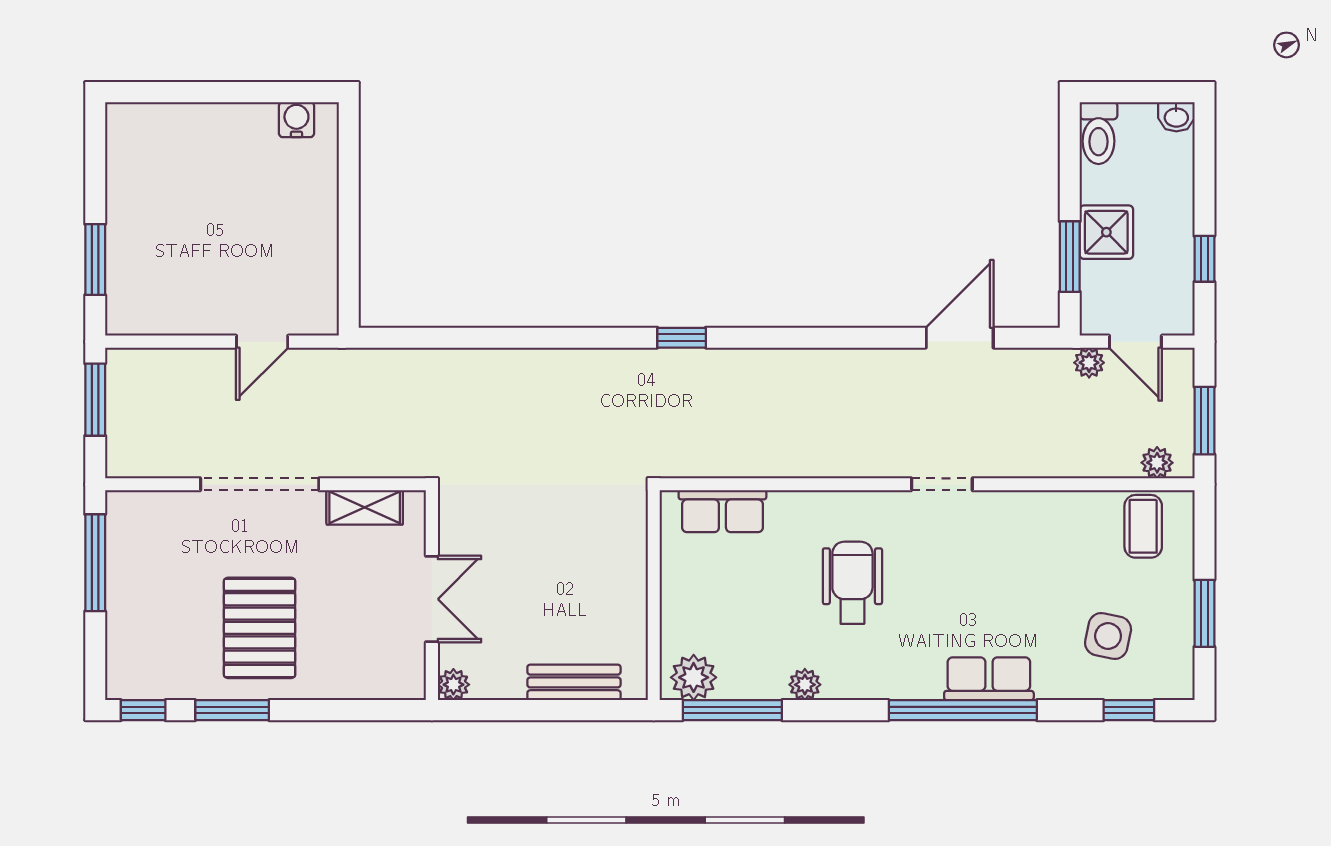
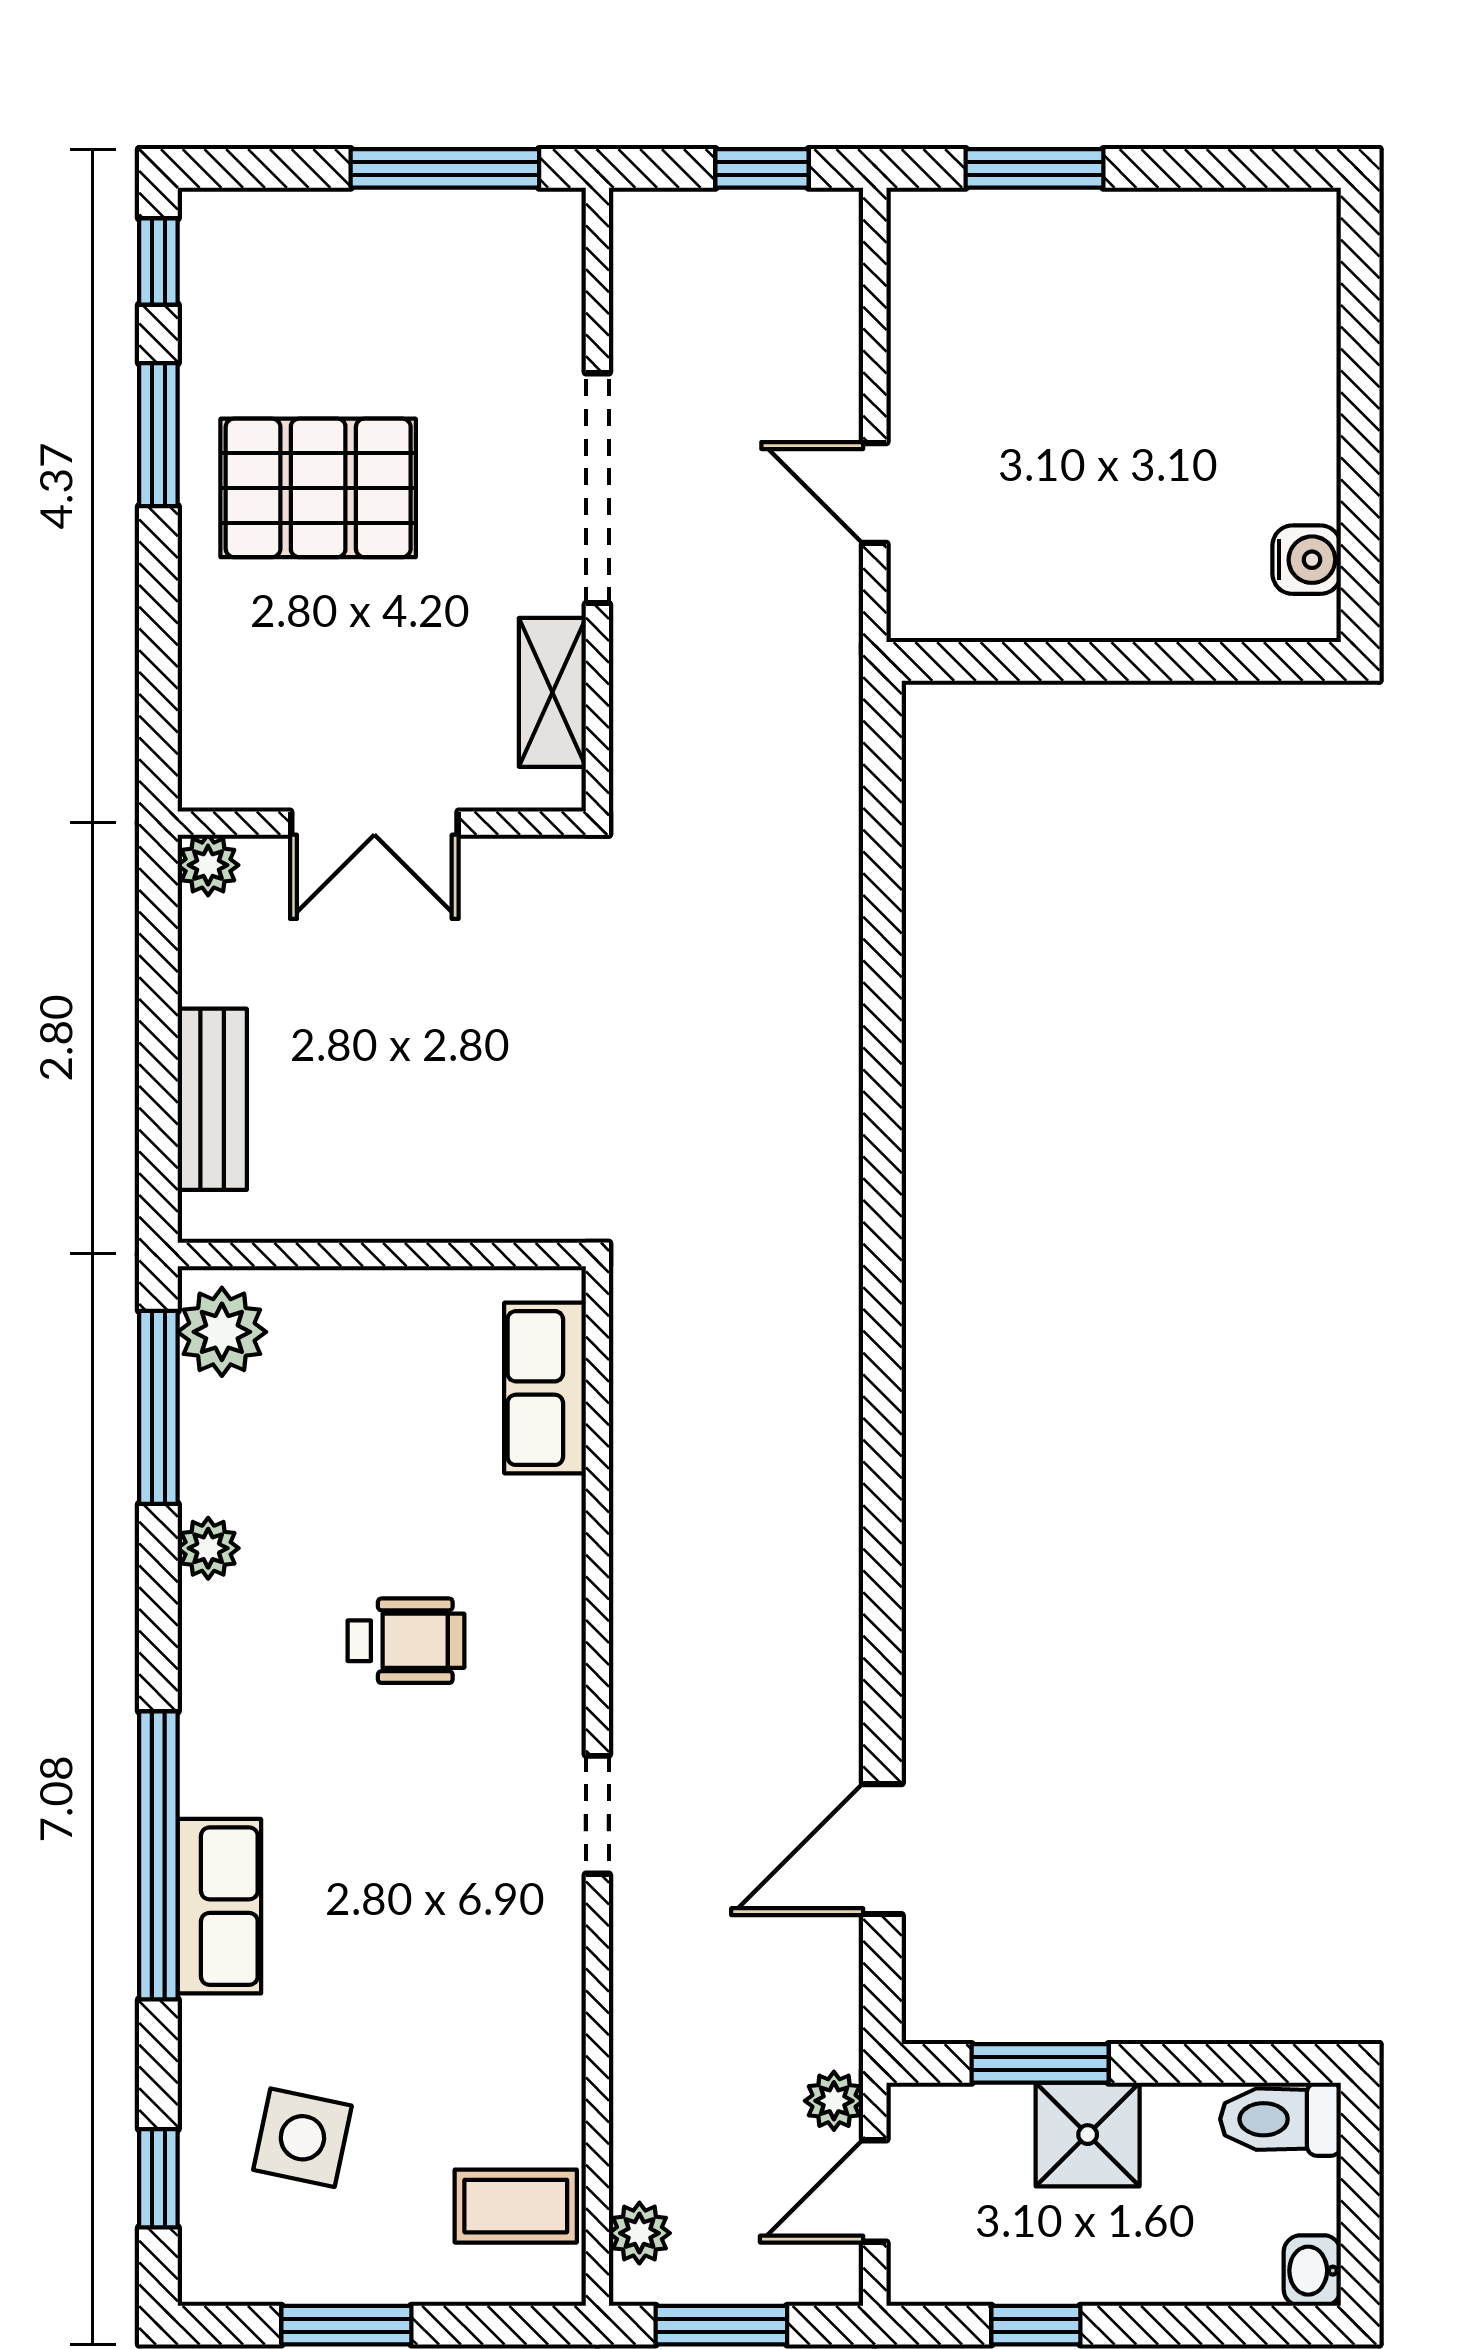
window: (682, 338) -> (882, 1308), removed
door: (960, 338) -> (882, 1849), swing flipped
window: (95, 400) -> (762, 168), width x0.67
wheelchair: (852, 583) -> (406, 1641), width x0.73, depth x0.73

